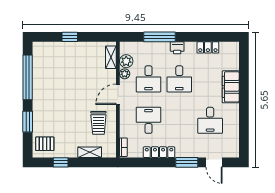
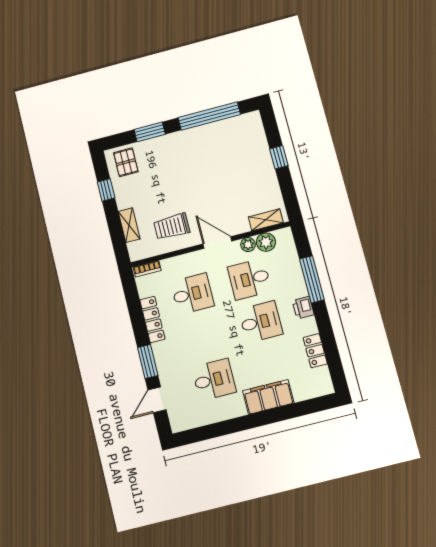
desk: (179, 79) -> (261, 322), turned 180
desk: (210, 120) -> (214, 380), turned 180

